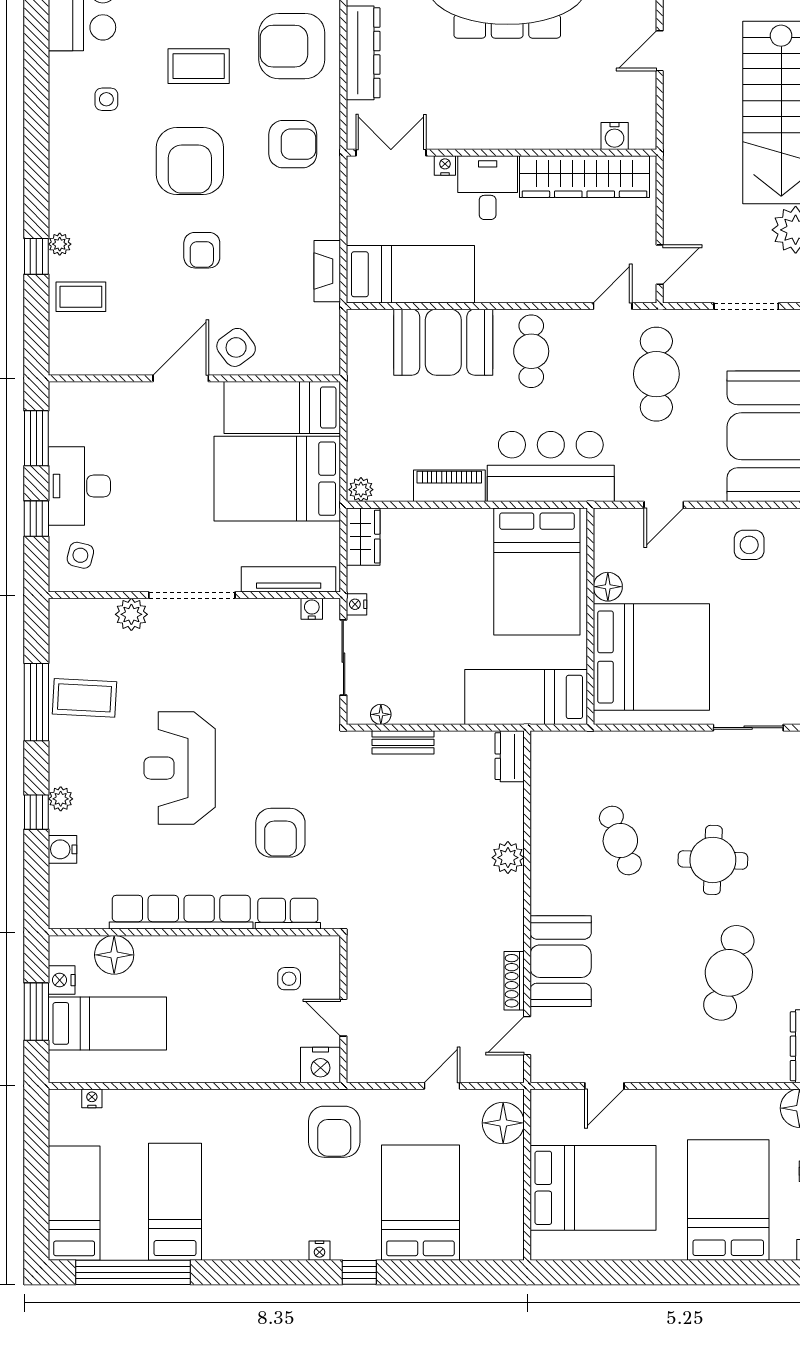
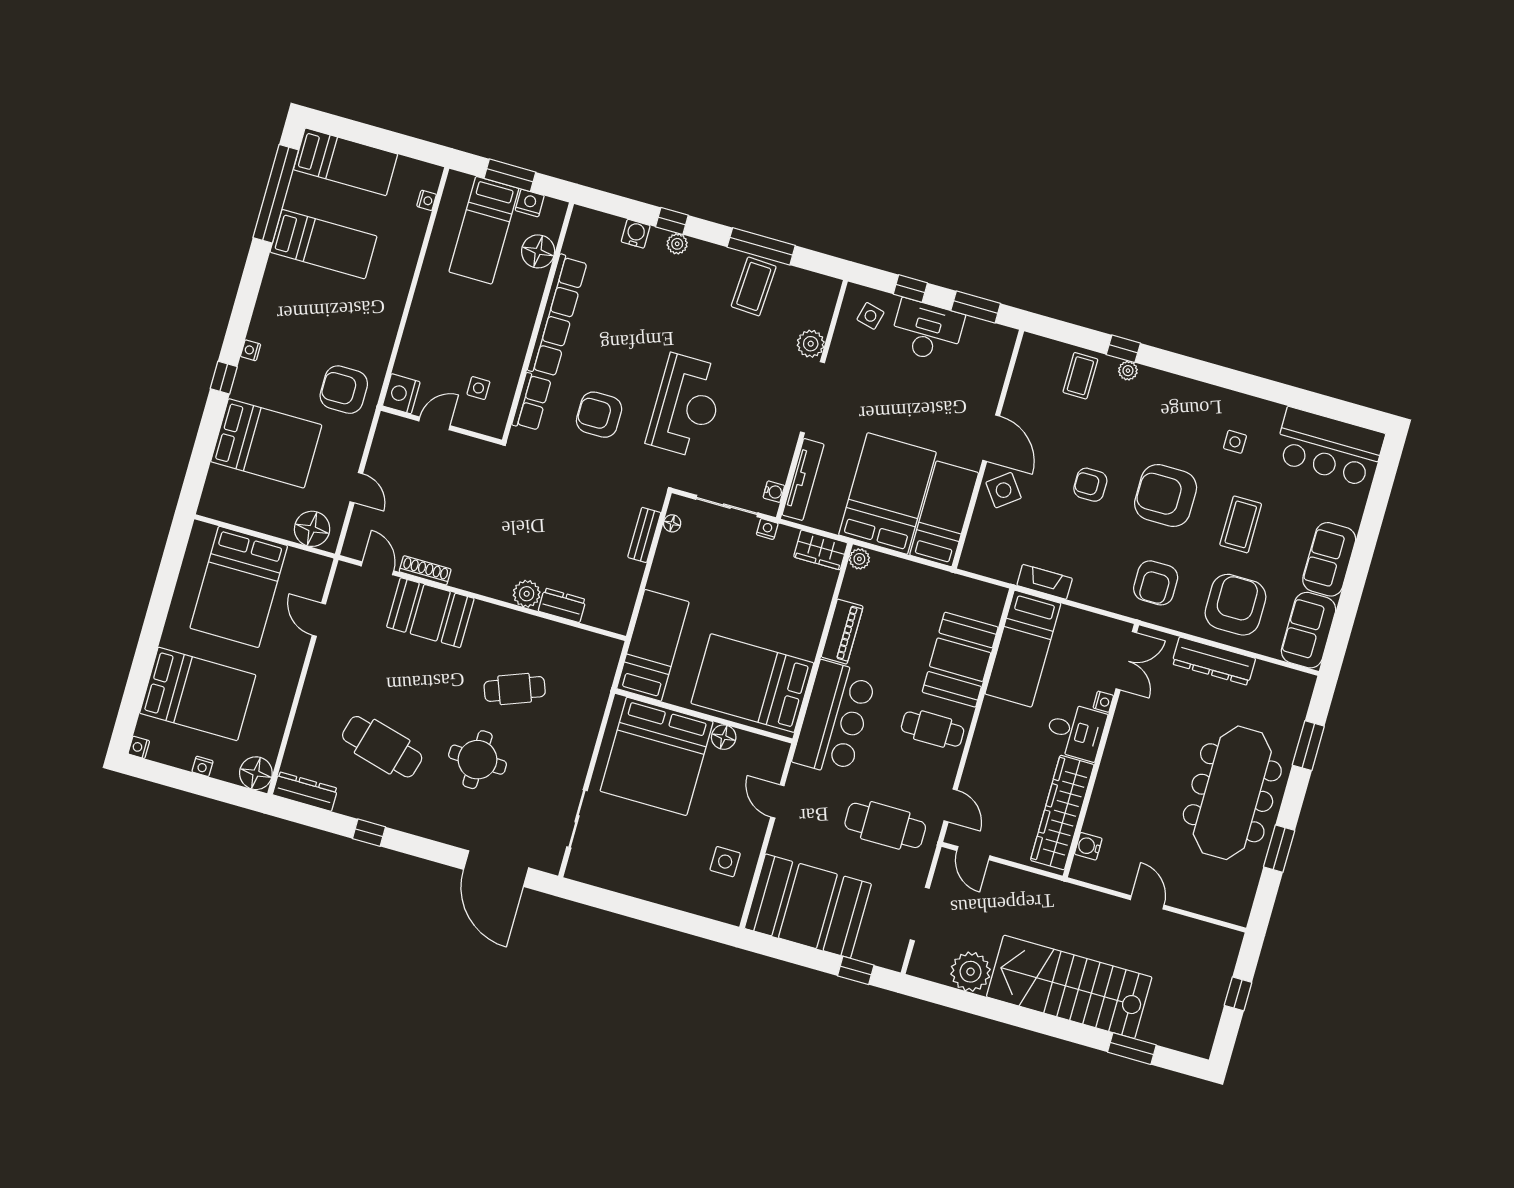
dresser: (510, 756) -> (562, 605), moved
reception desk: (180, 768) -> (686, 406), moved, turned 90

